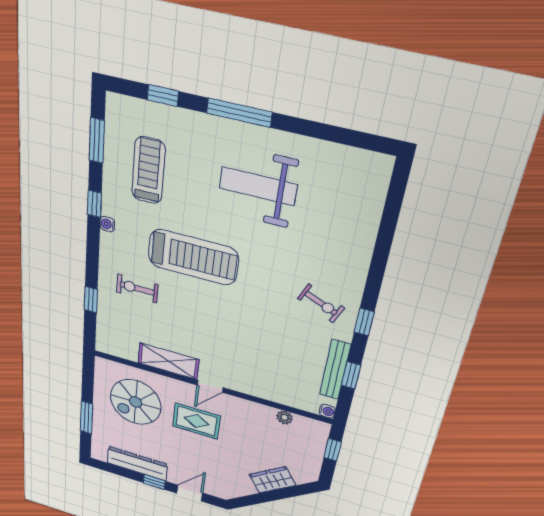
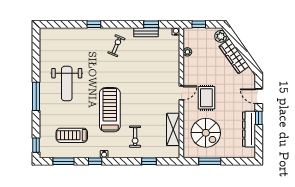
window: (163, 96) -> (36, 145), moved
window: (364, 322) -> (94, 24), moved
shelving: (168, 361) -> (173, 129), moved
bench: (335, 370) -> (146, 32), width x0.73
door: (210, 386) -> (181, 93), hinge flipped
window: (86, 418) -> (210, 161), moved
plant: (303, 474) -> (221, 36), added
wardrobe: (272, 480) -> (234, 56), width x1.50

